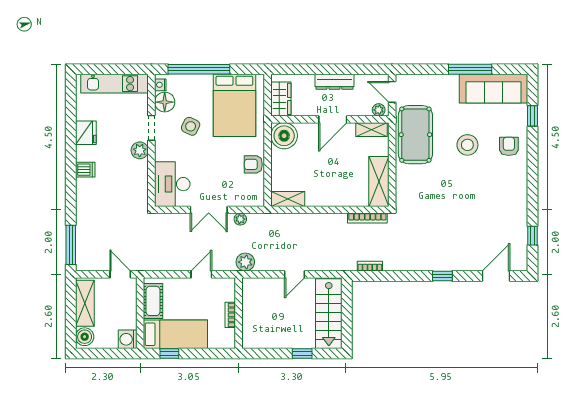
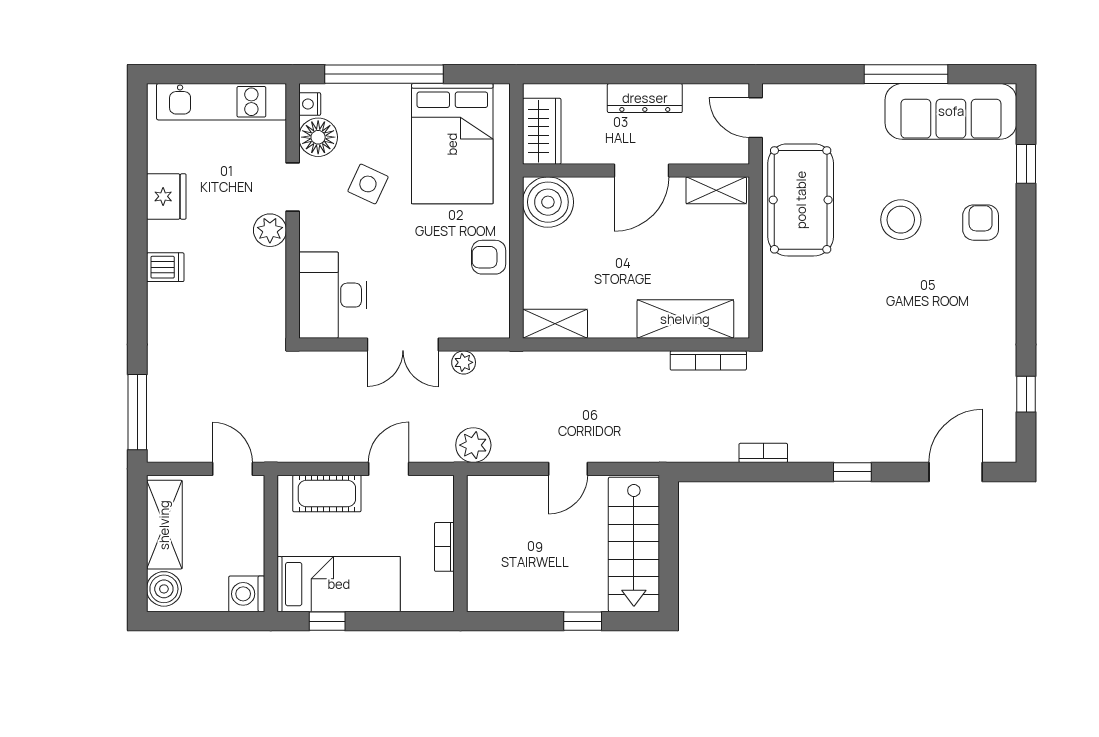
plant: (379, 110) -> (730, 152), removed
shelving: (379, 181) -> (685, 319), moved, turned 90
bookcase: (370, 266) -> (763, 453), moved
cot: (153, 301) -> (327, 494), moved, turned 90

